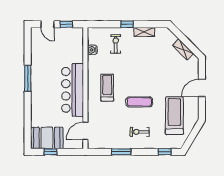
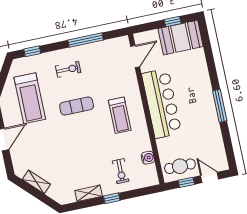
cafe table: (69, 38) -> (180, 166), added
window: (121, 152) -> (86, 40), width x1.44

